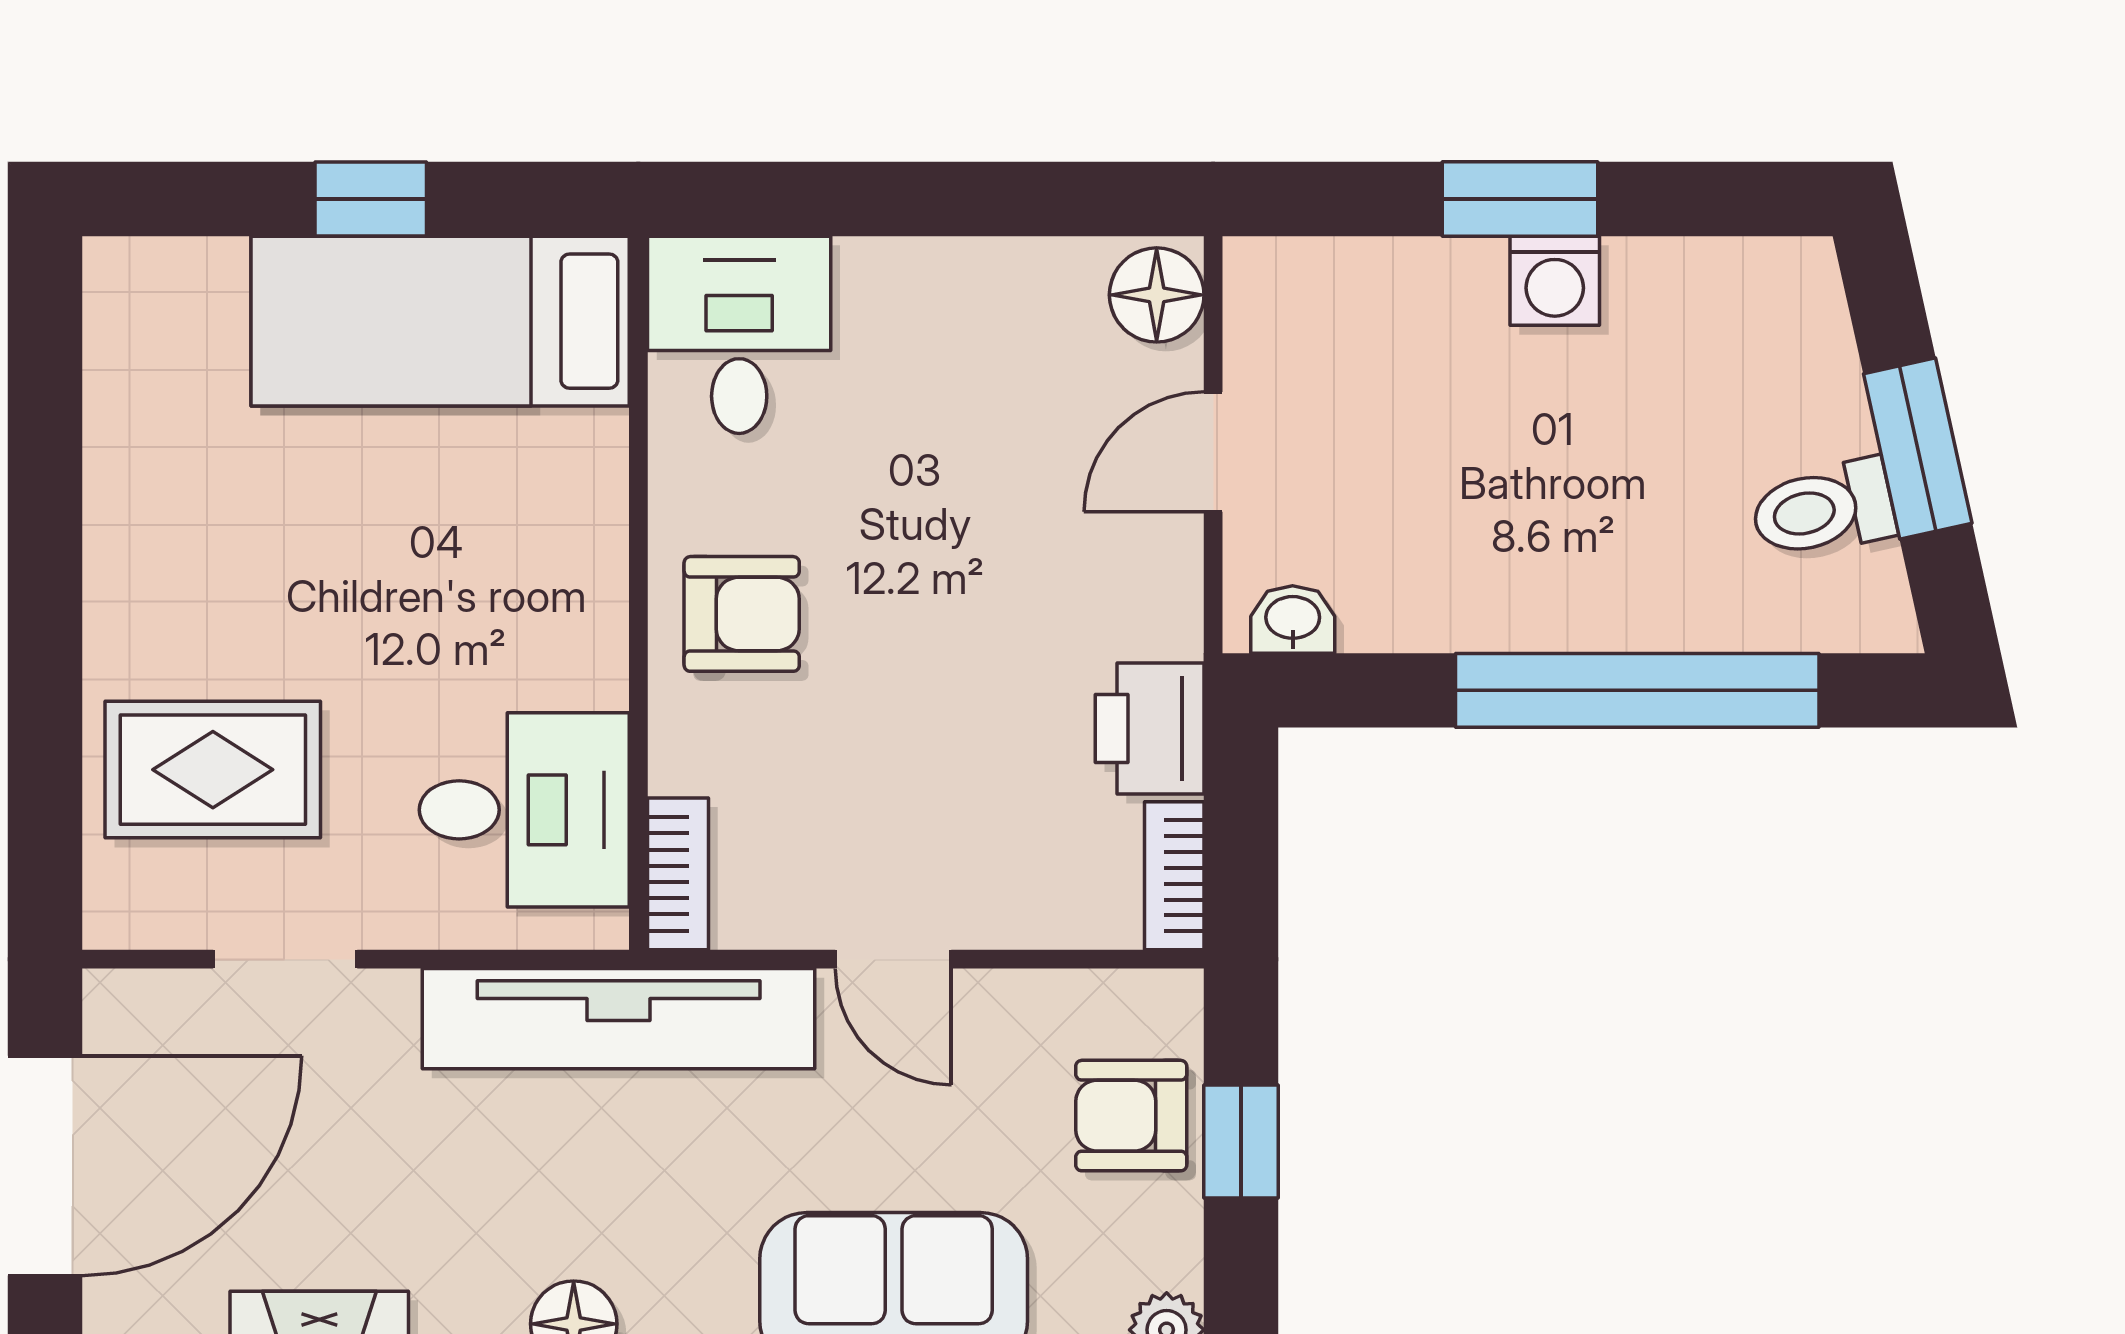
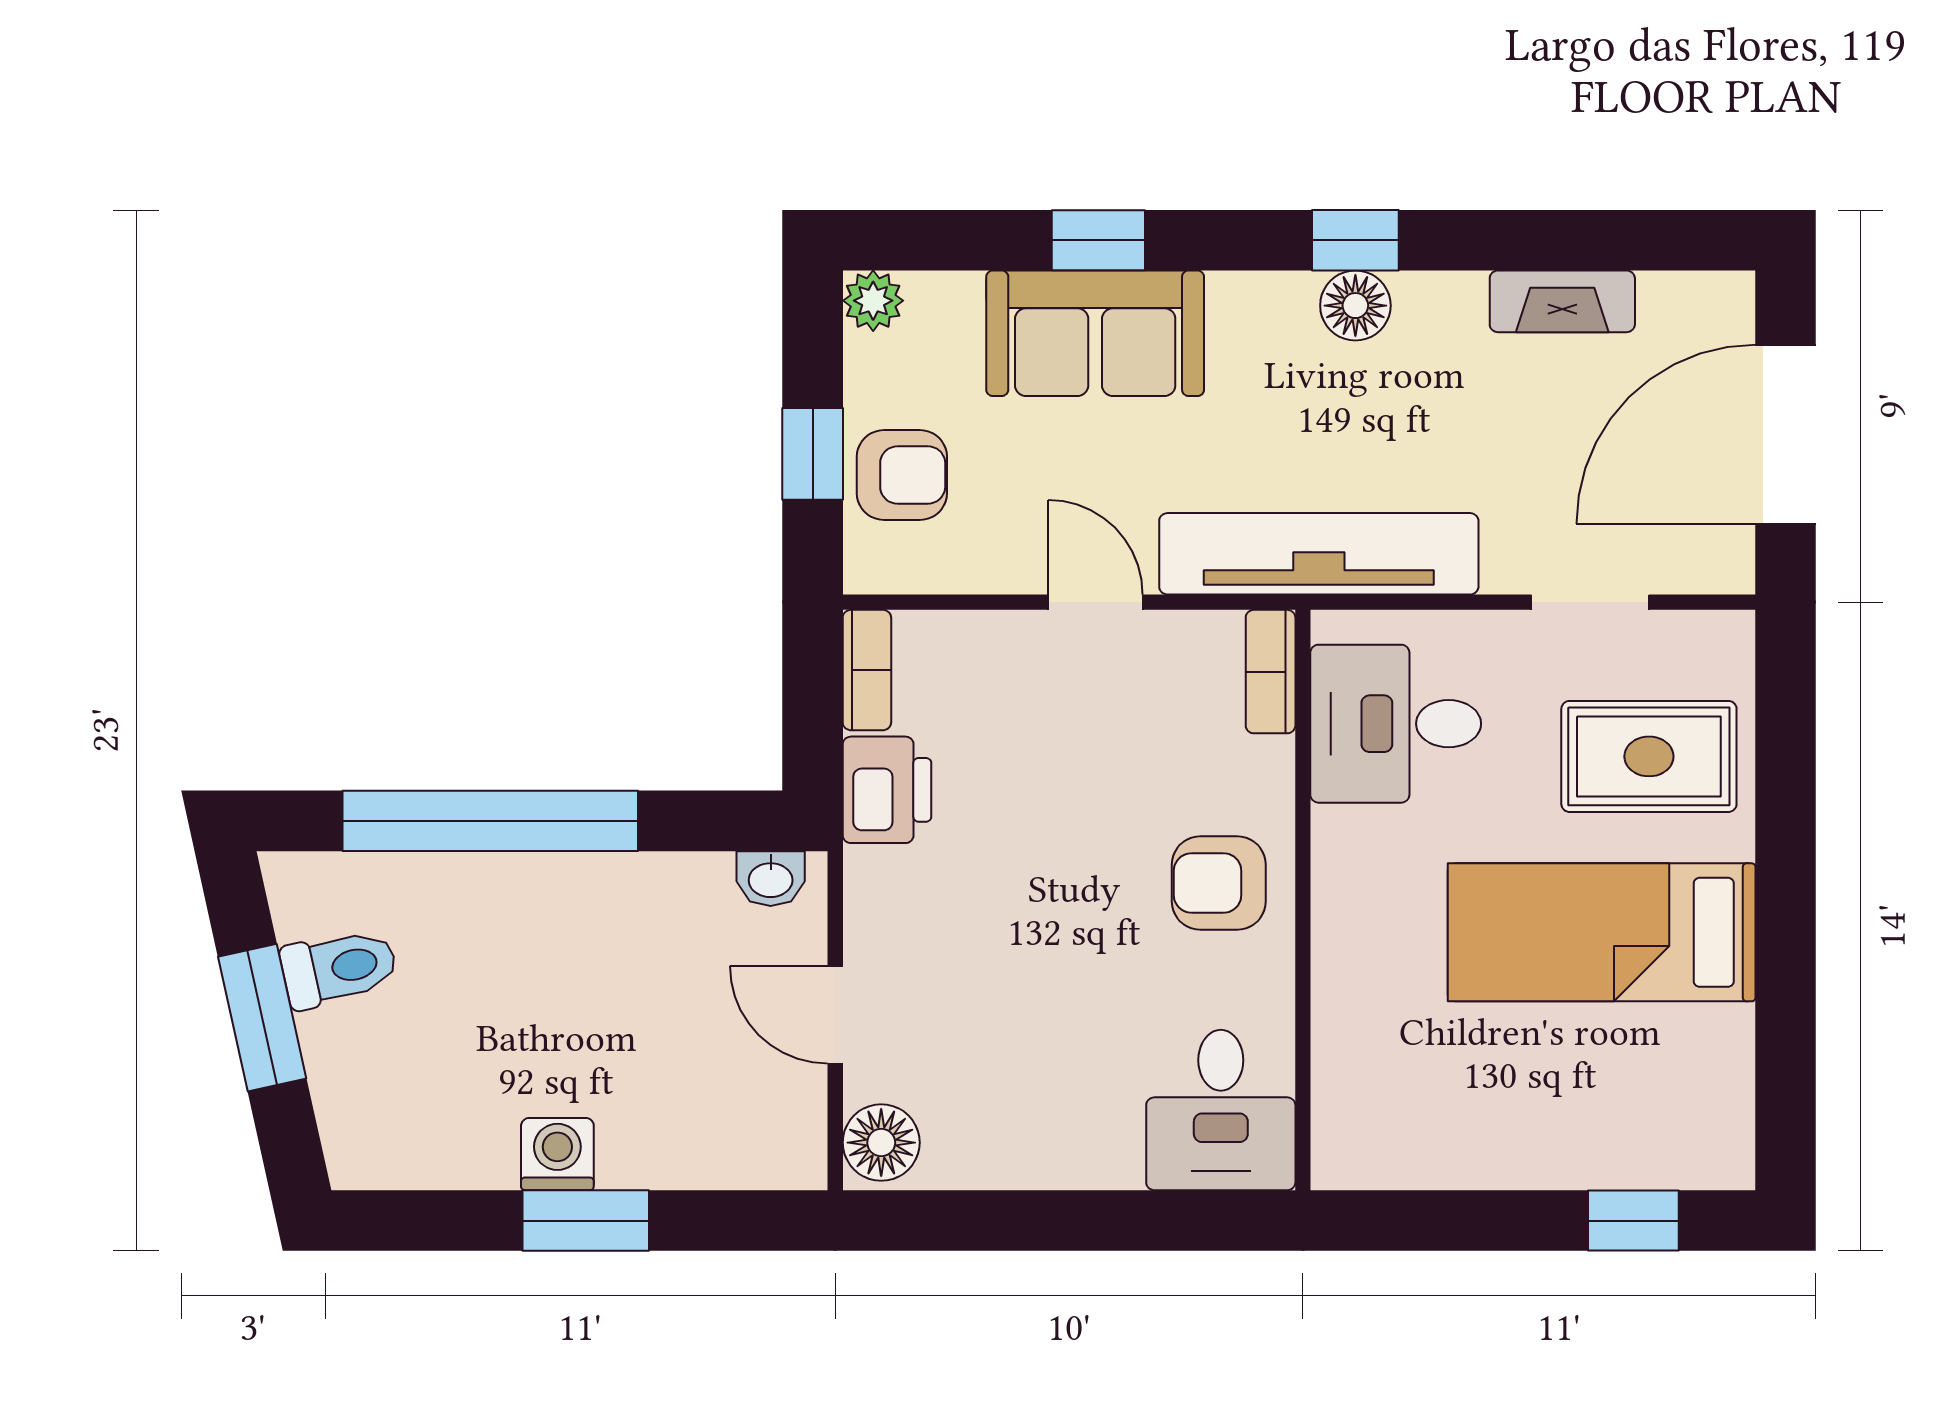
window: (371, 199) -> (1633, 1221), moved
bed: (440, 321) -> (1602, 932), moved, turned 180
door: (1213, 452) -> (835, 1015), swing flipped

